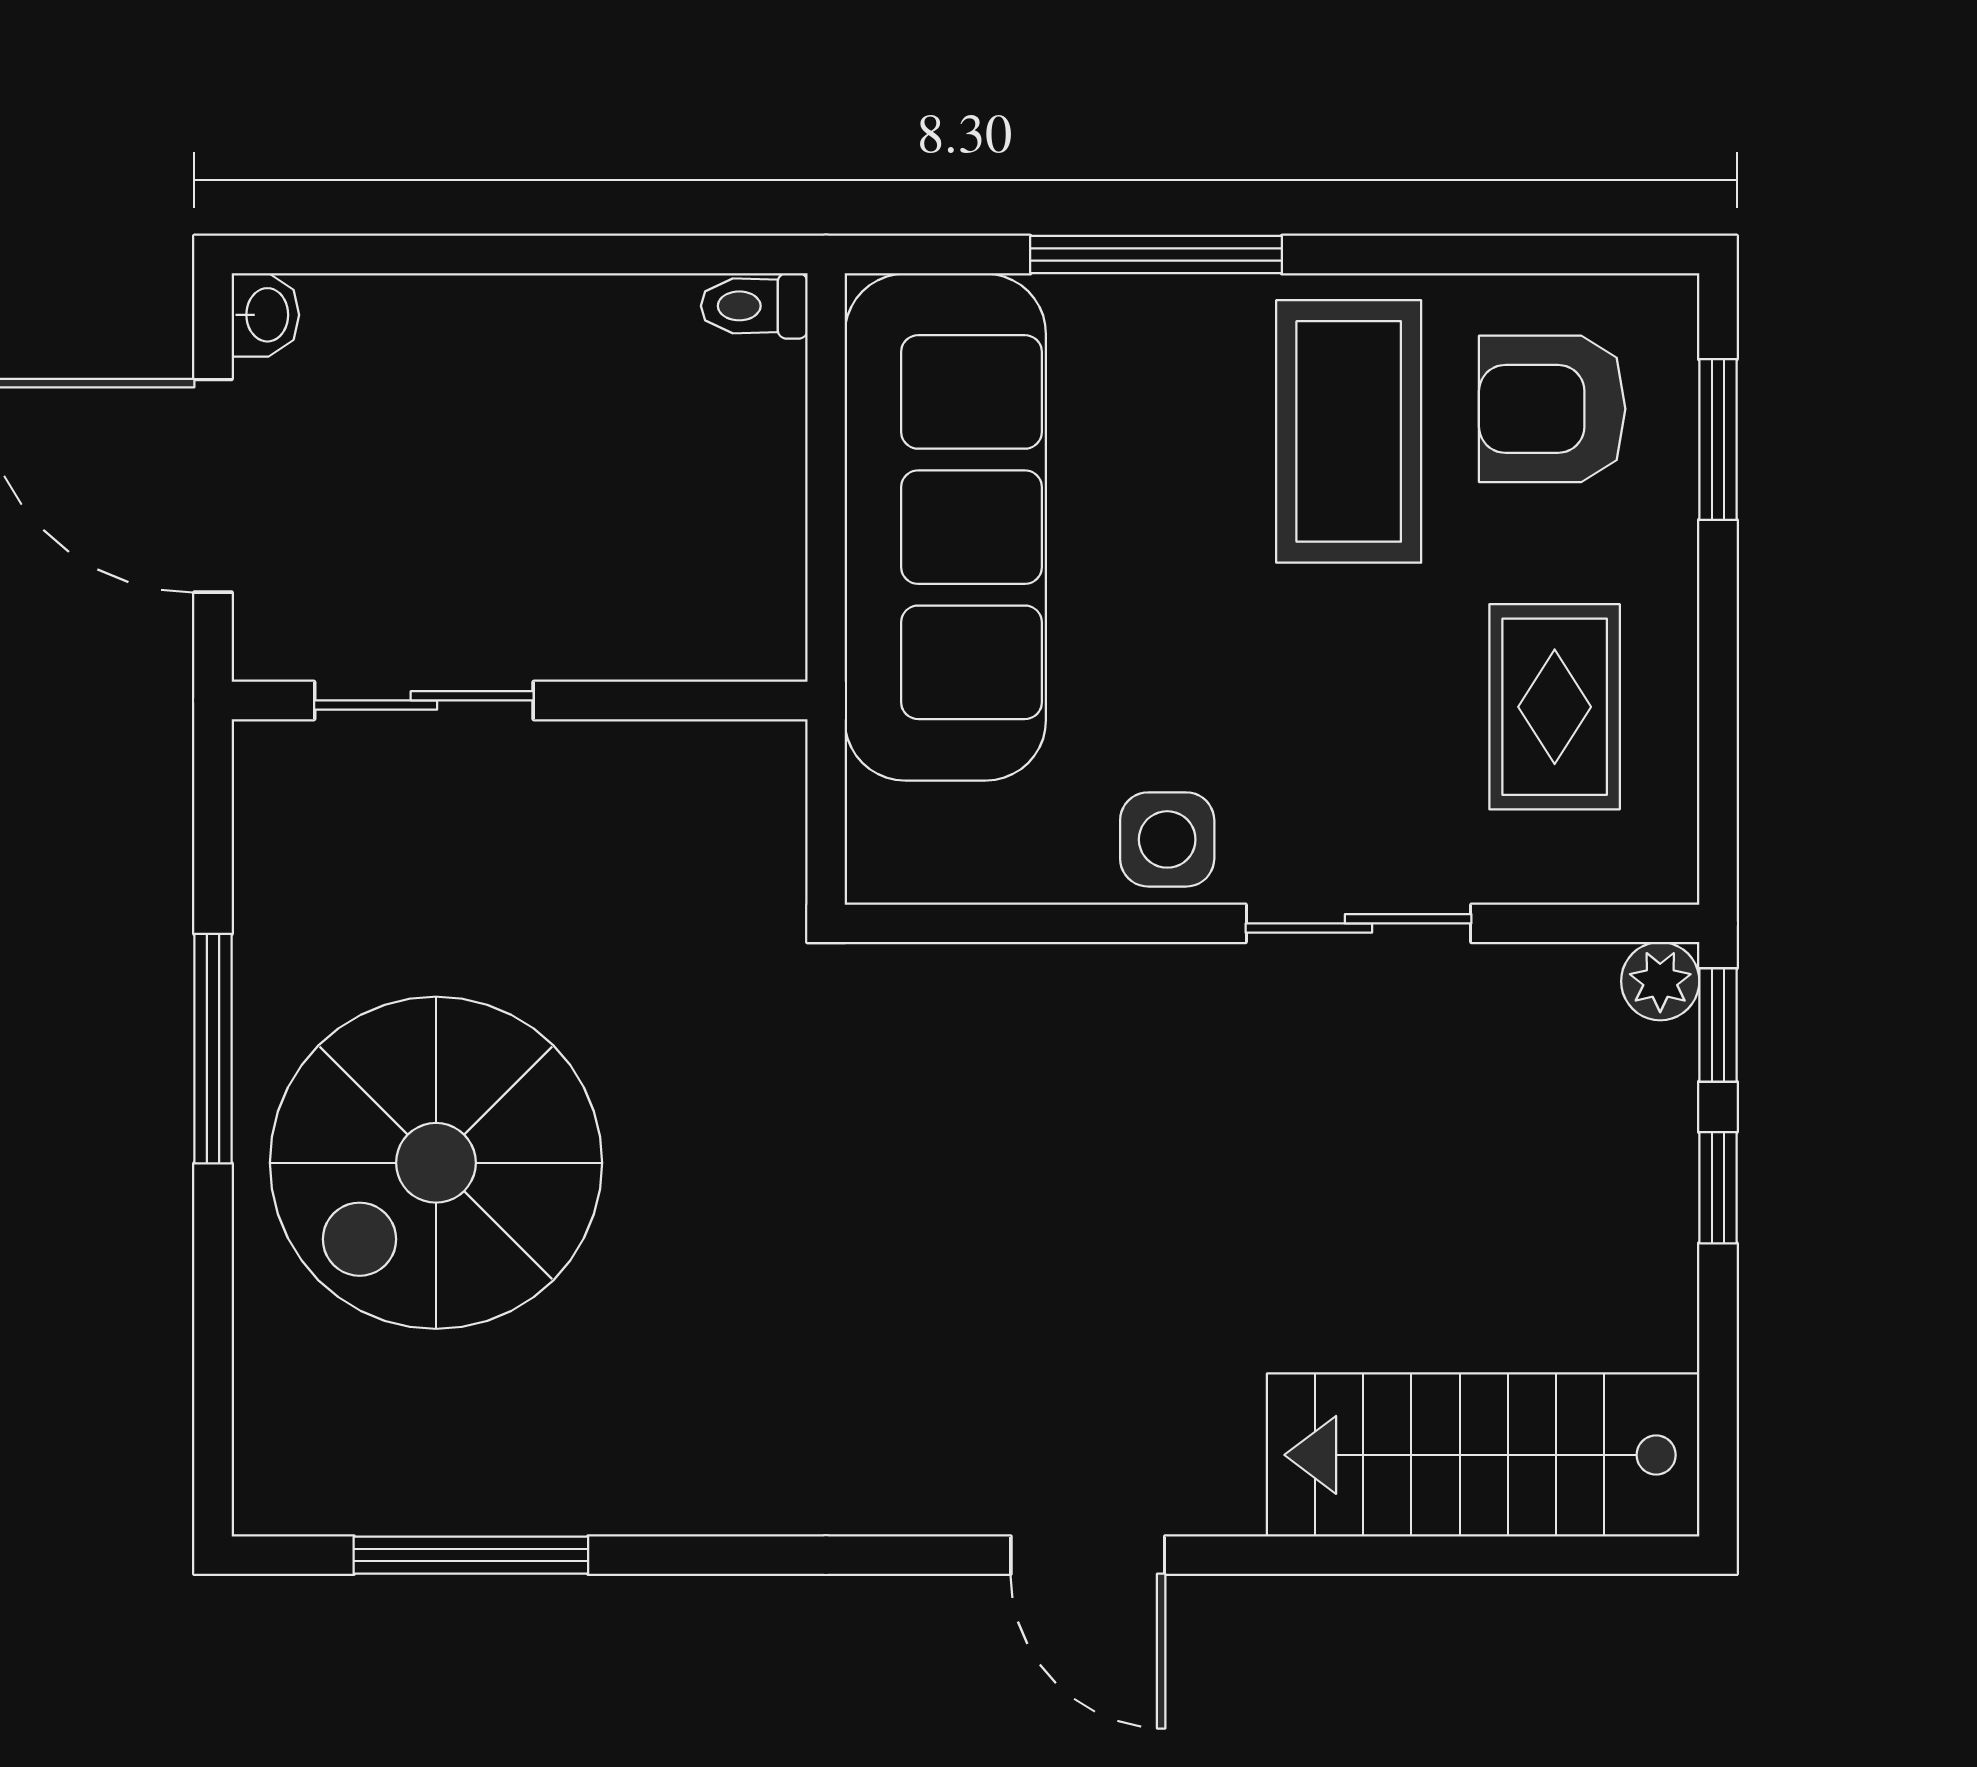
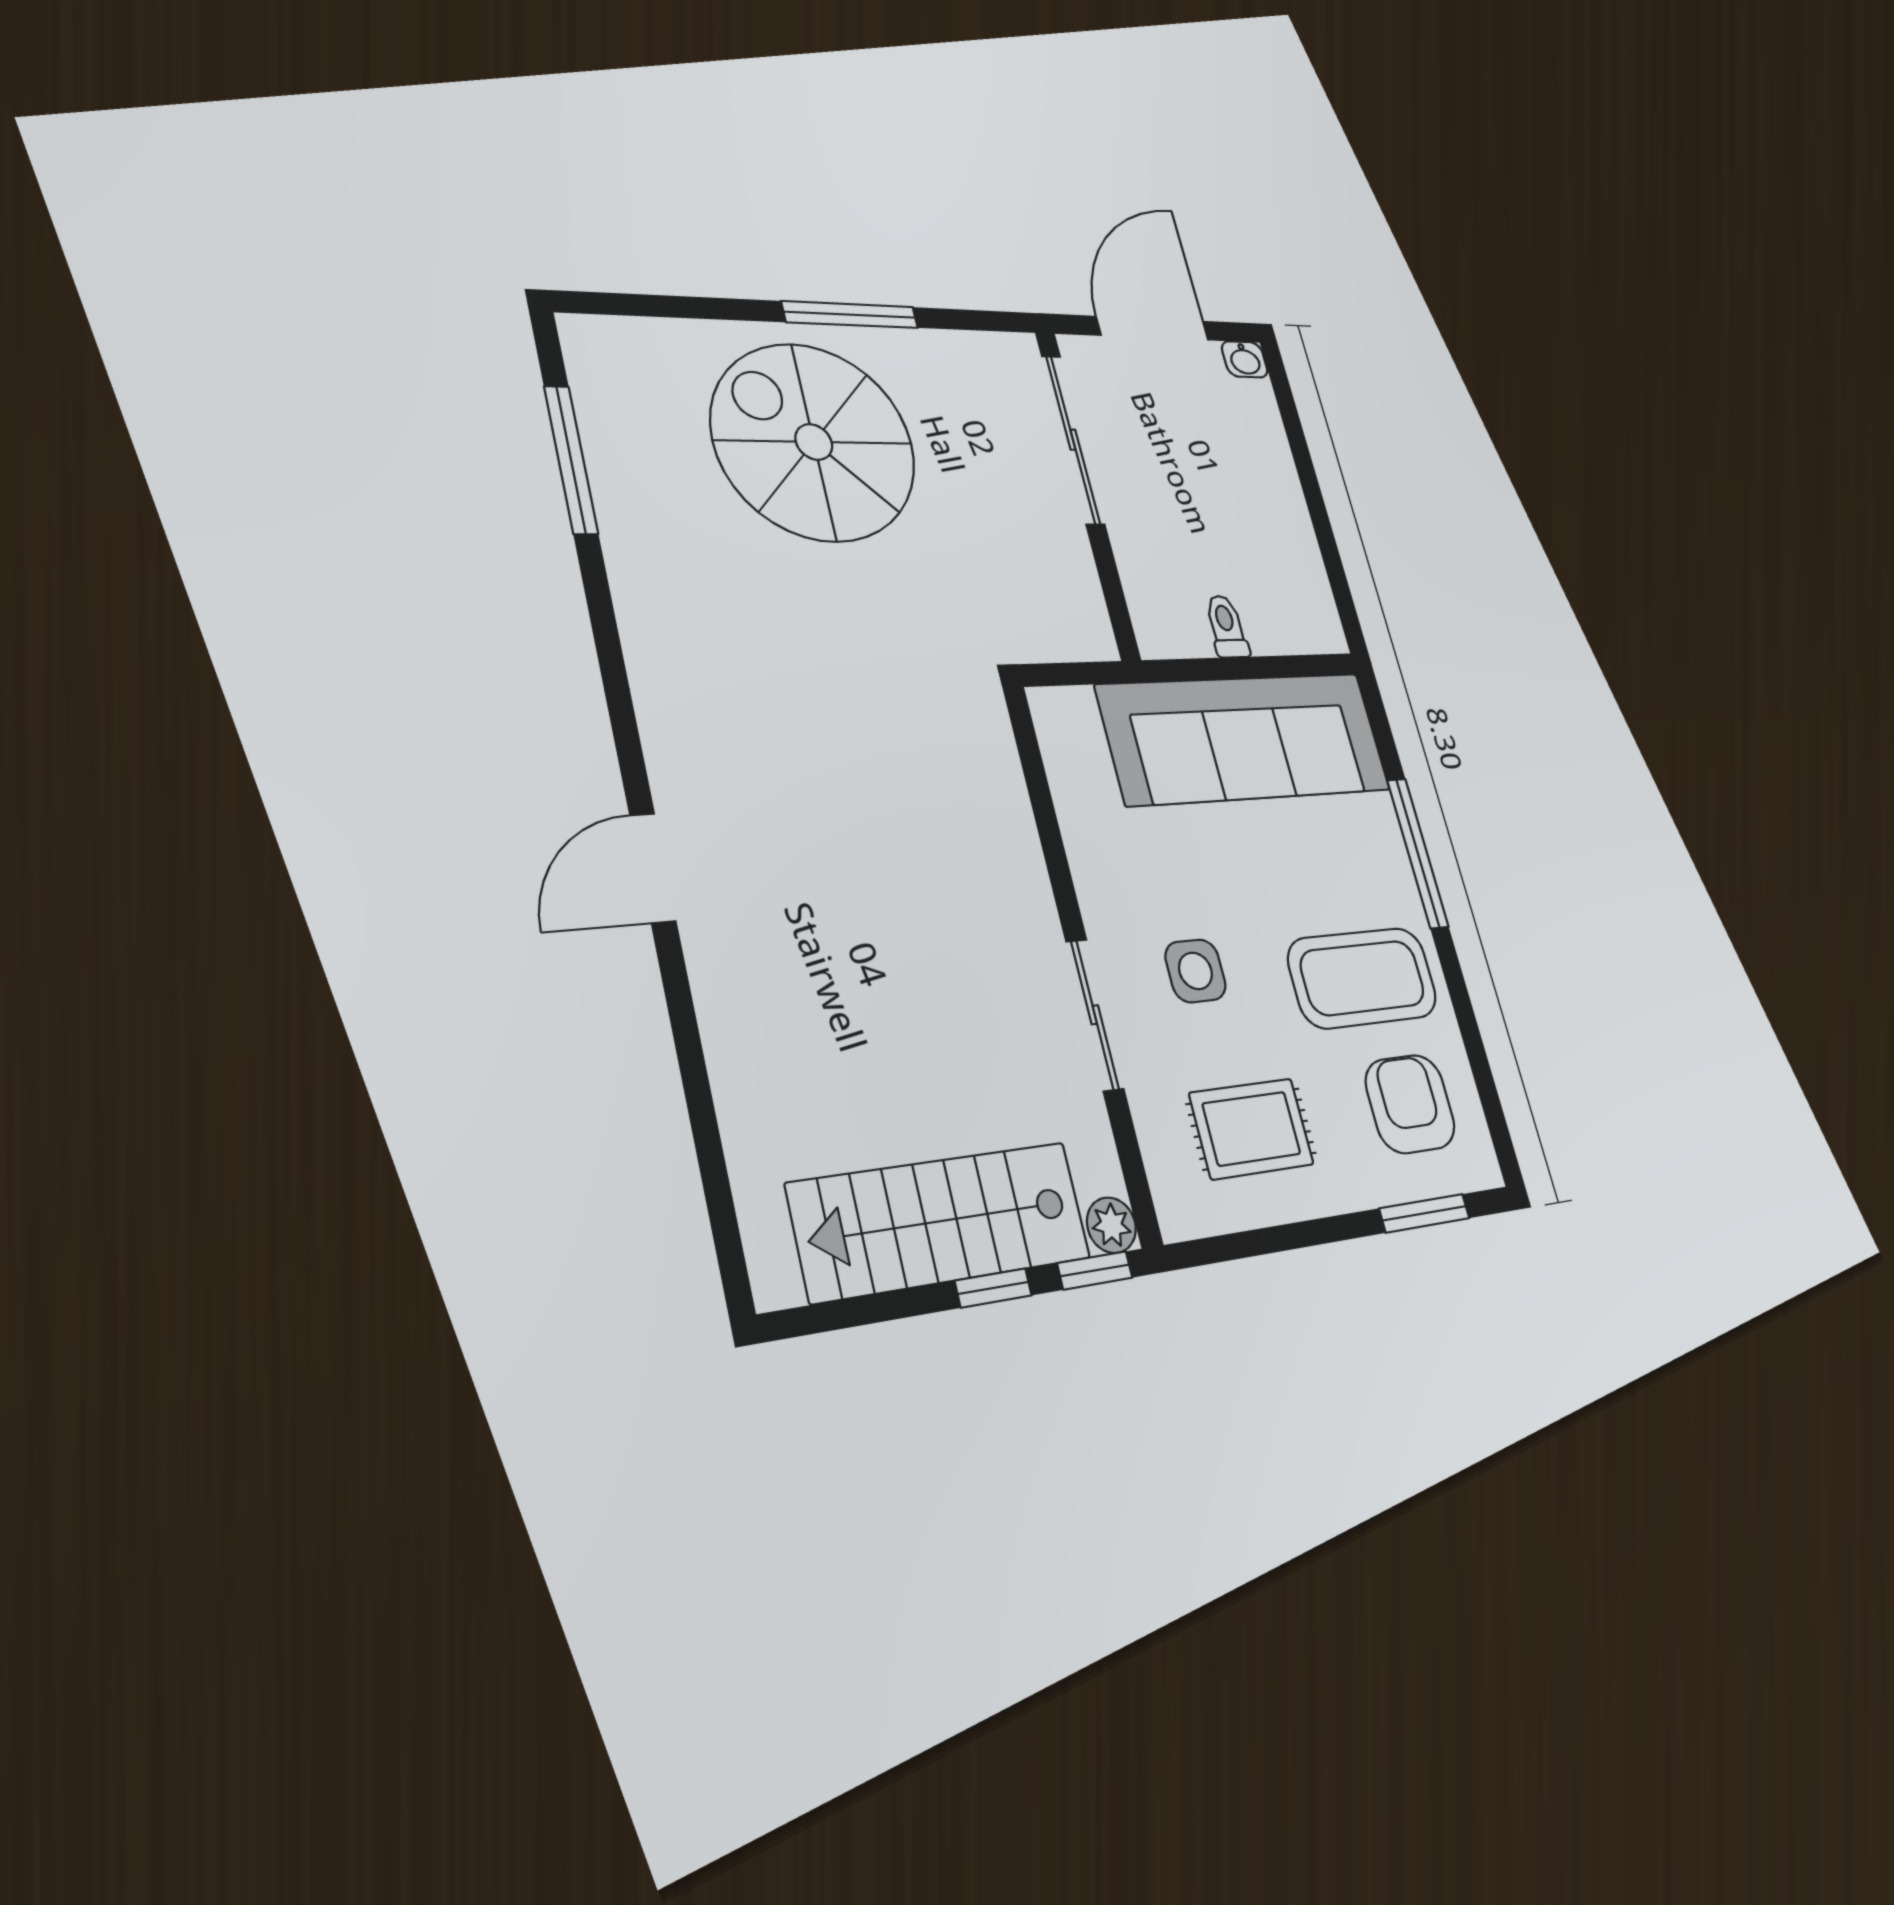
toilet: (754, 306) -> (1227, 627), moved
sliding door: (424, 700) -> (1073, 440), width x1.37
side table: (1167, 839) -> (1195, 971), moved
stairs: (1483, 1455) -> (941, 1221), moved, turned -90

